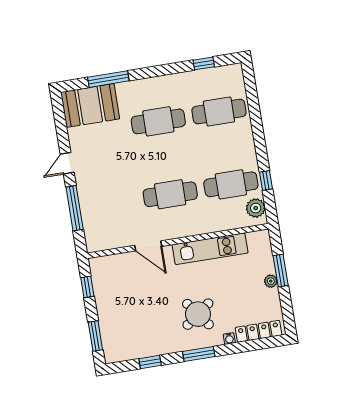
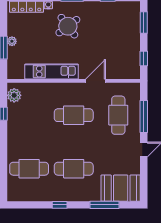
window: (204, 63) -> (60, 205), moved
cafe table: (231, 184) -> (118, 115), moved, turned 90
door: (148, 246) -> (96, 81), hinge flipped

